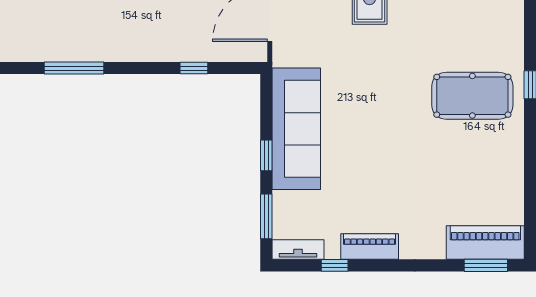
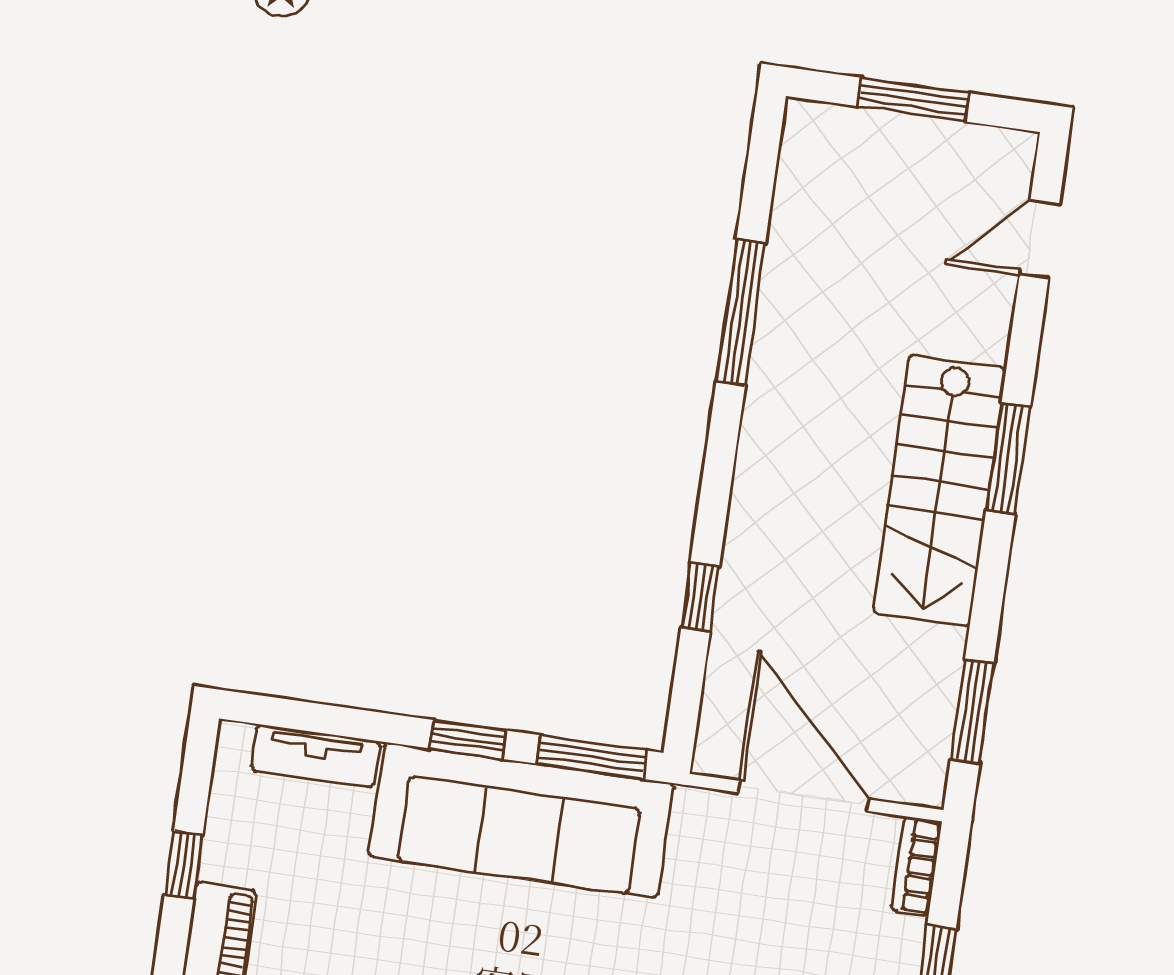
window: (266, 216) -> (592, 757), moved
tv unit: (298, 250) -> (316, 756), moved, turned 90

